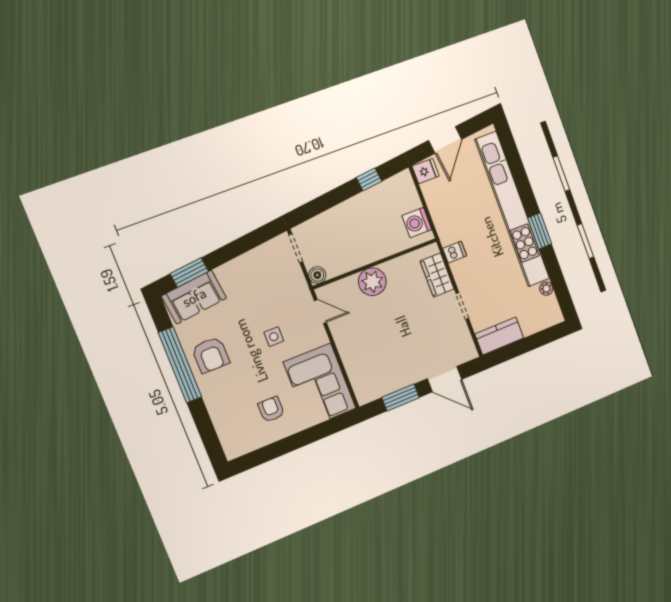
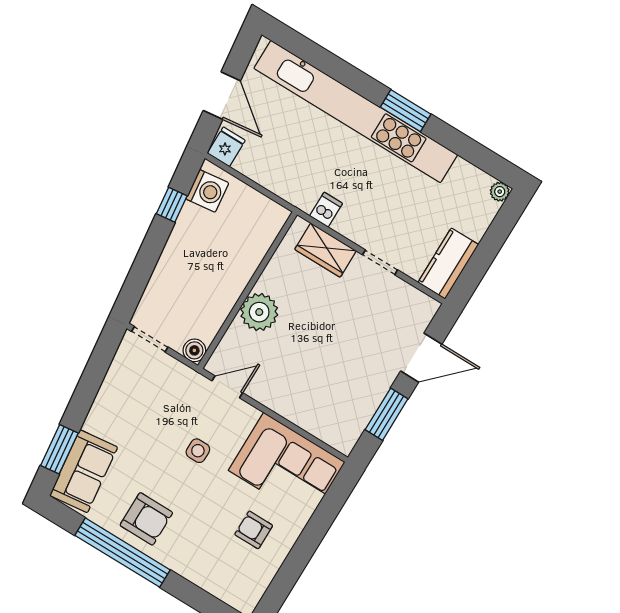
washing machine: (417, 223) -> (207, 191), moved, turned -97
plant: (546, 288) -> (500, 192), moved

